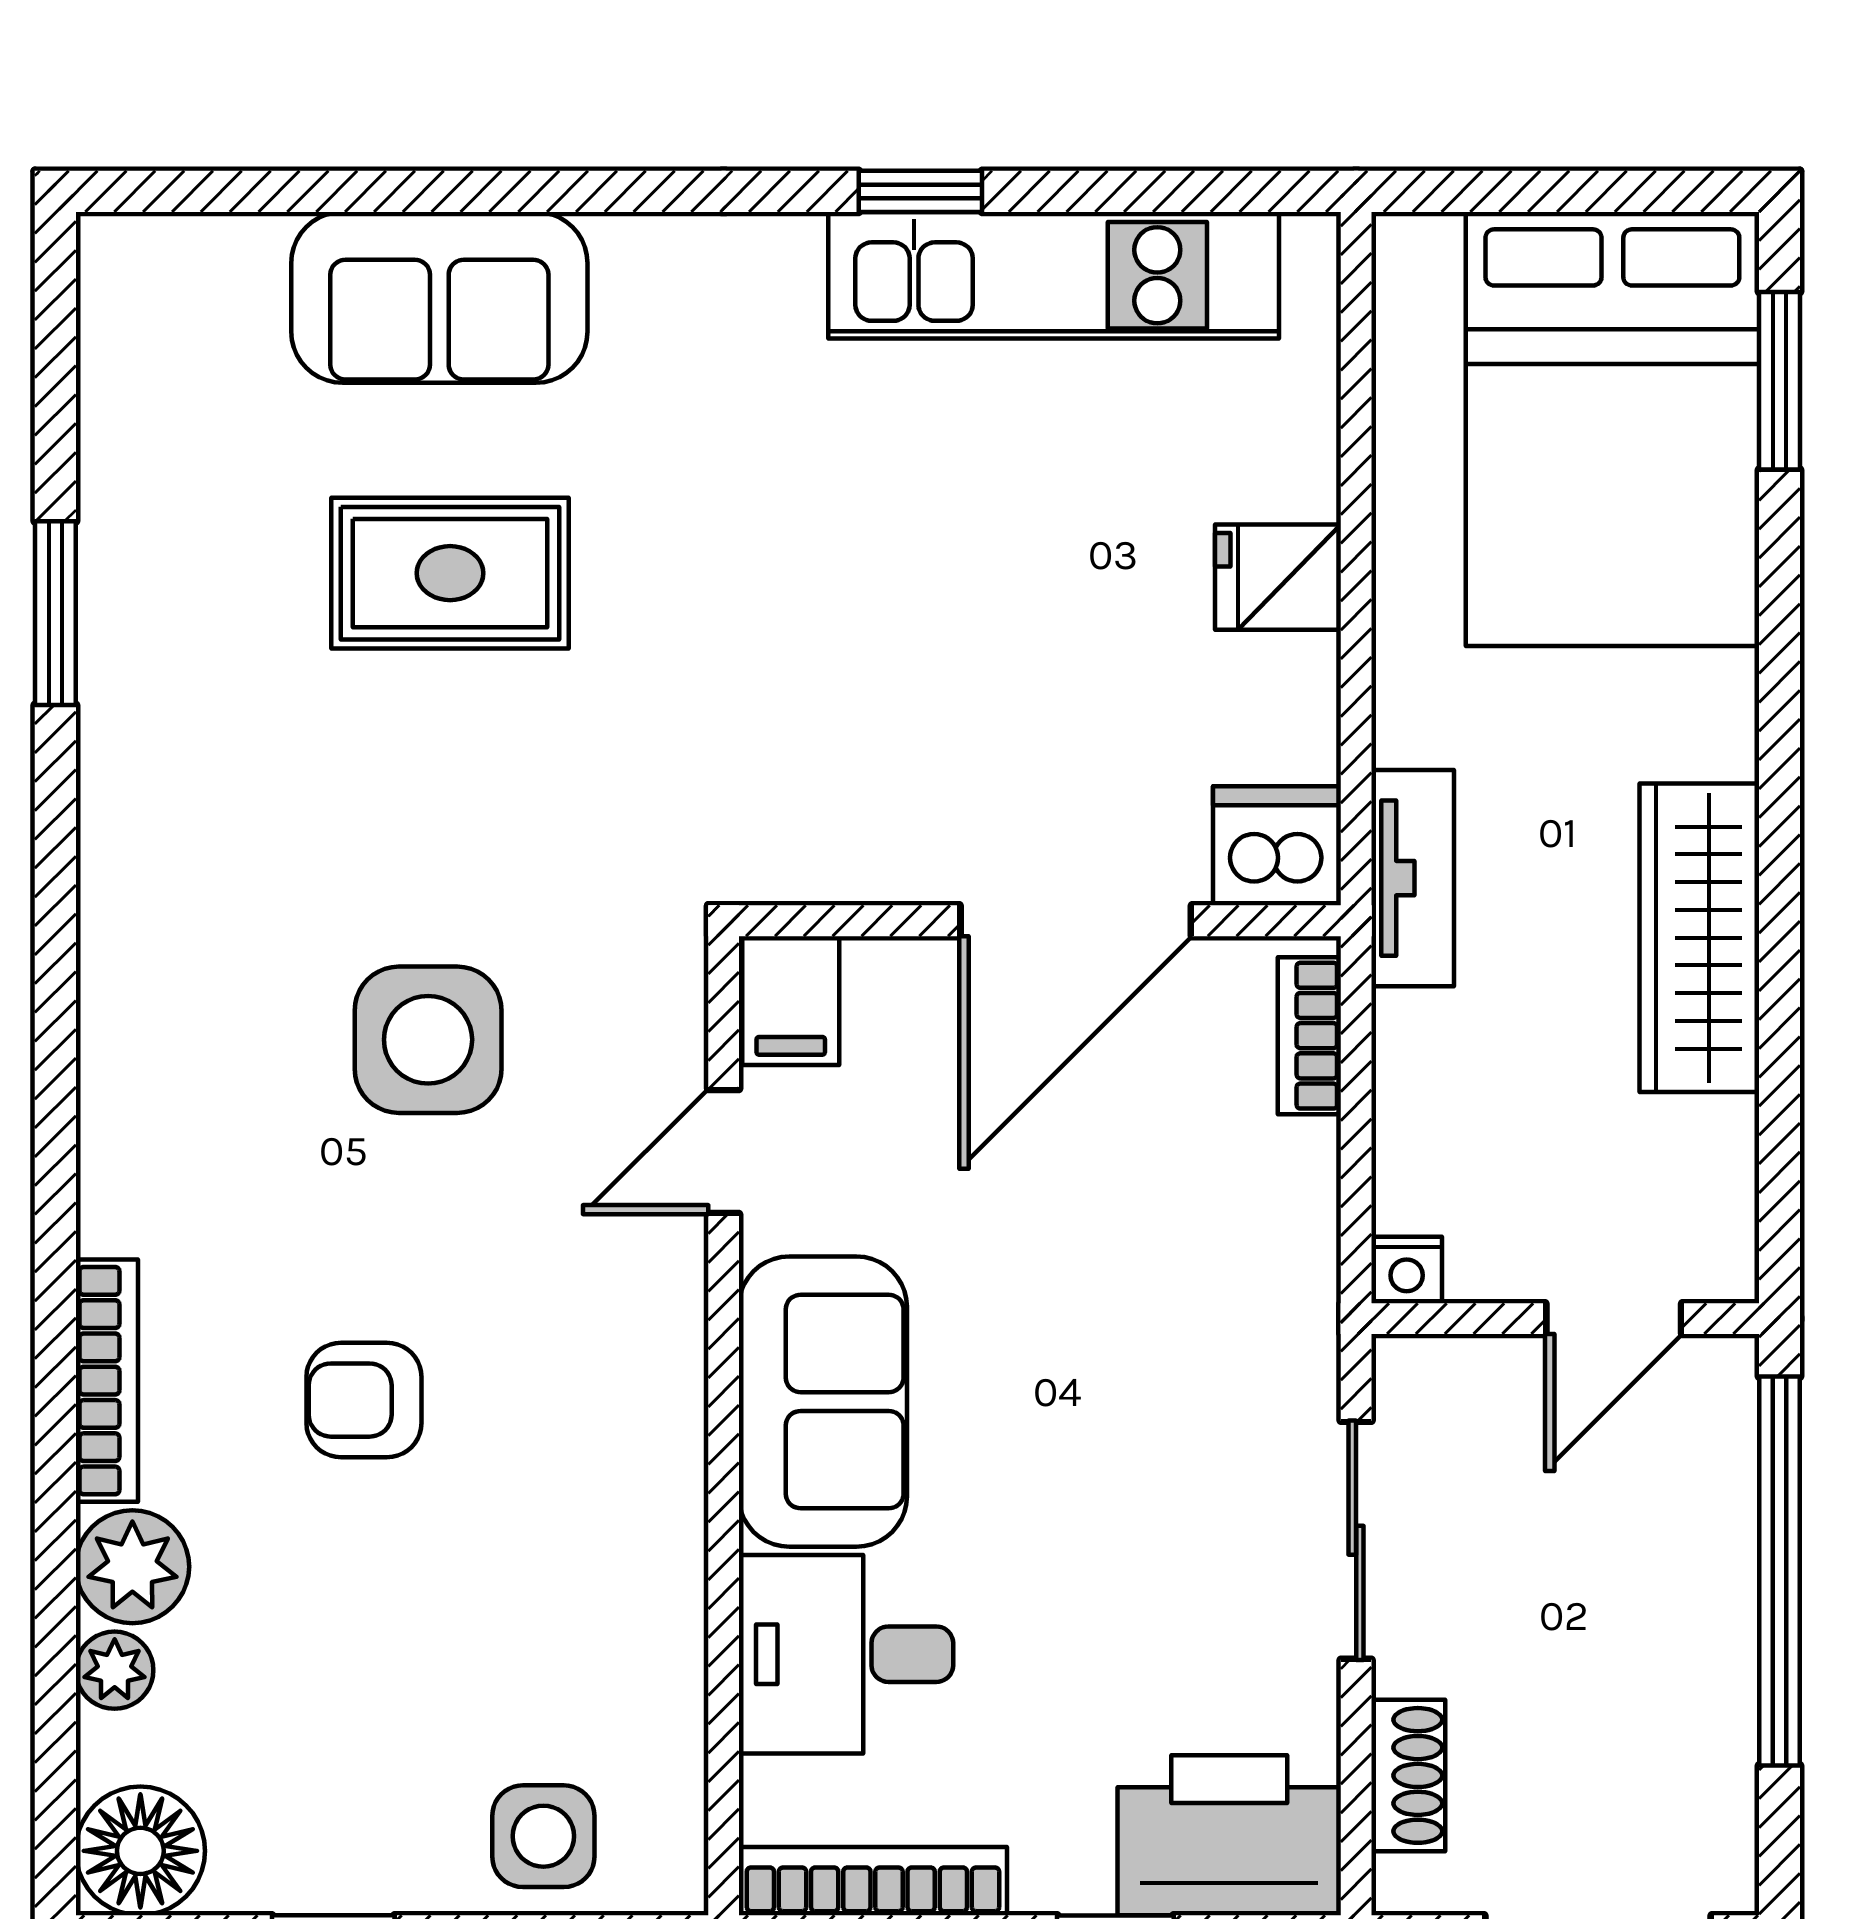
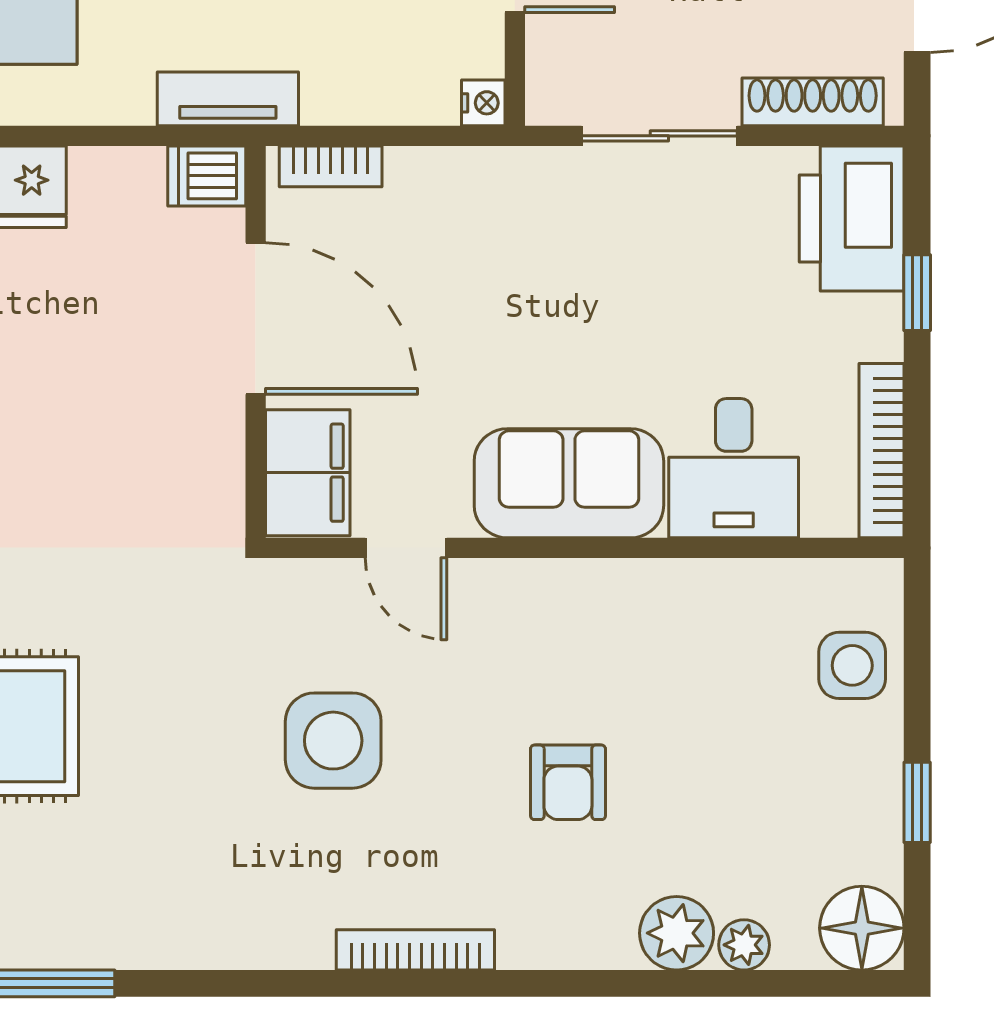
dishwasher: (1277, 846) -> (207, 176), width x0.73
filing cabinet: (791, 1001) -> (308, 473), width x2.00
bookcase: (107, 1381) -> (415, 950), moved
shoe rack: (1408, 1775) -> (813, 102), width x1.43

